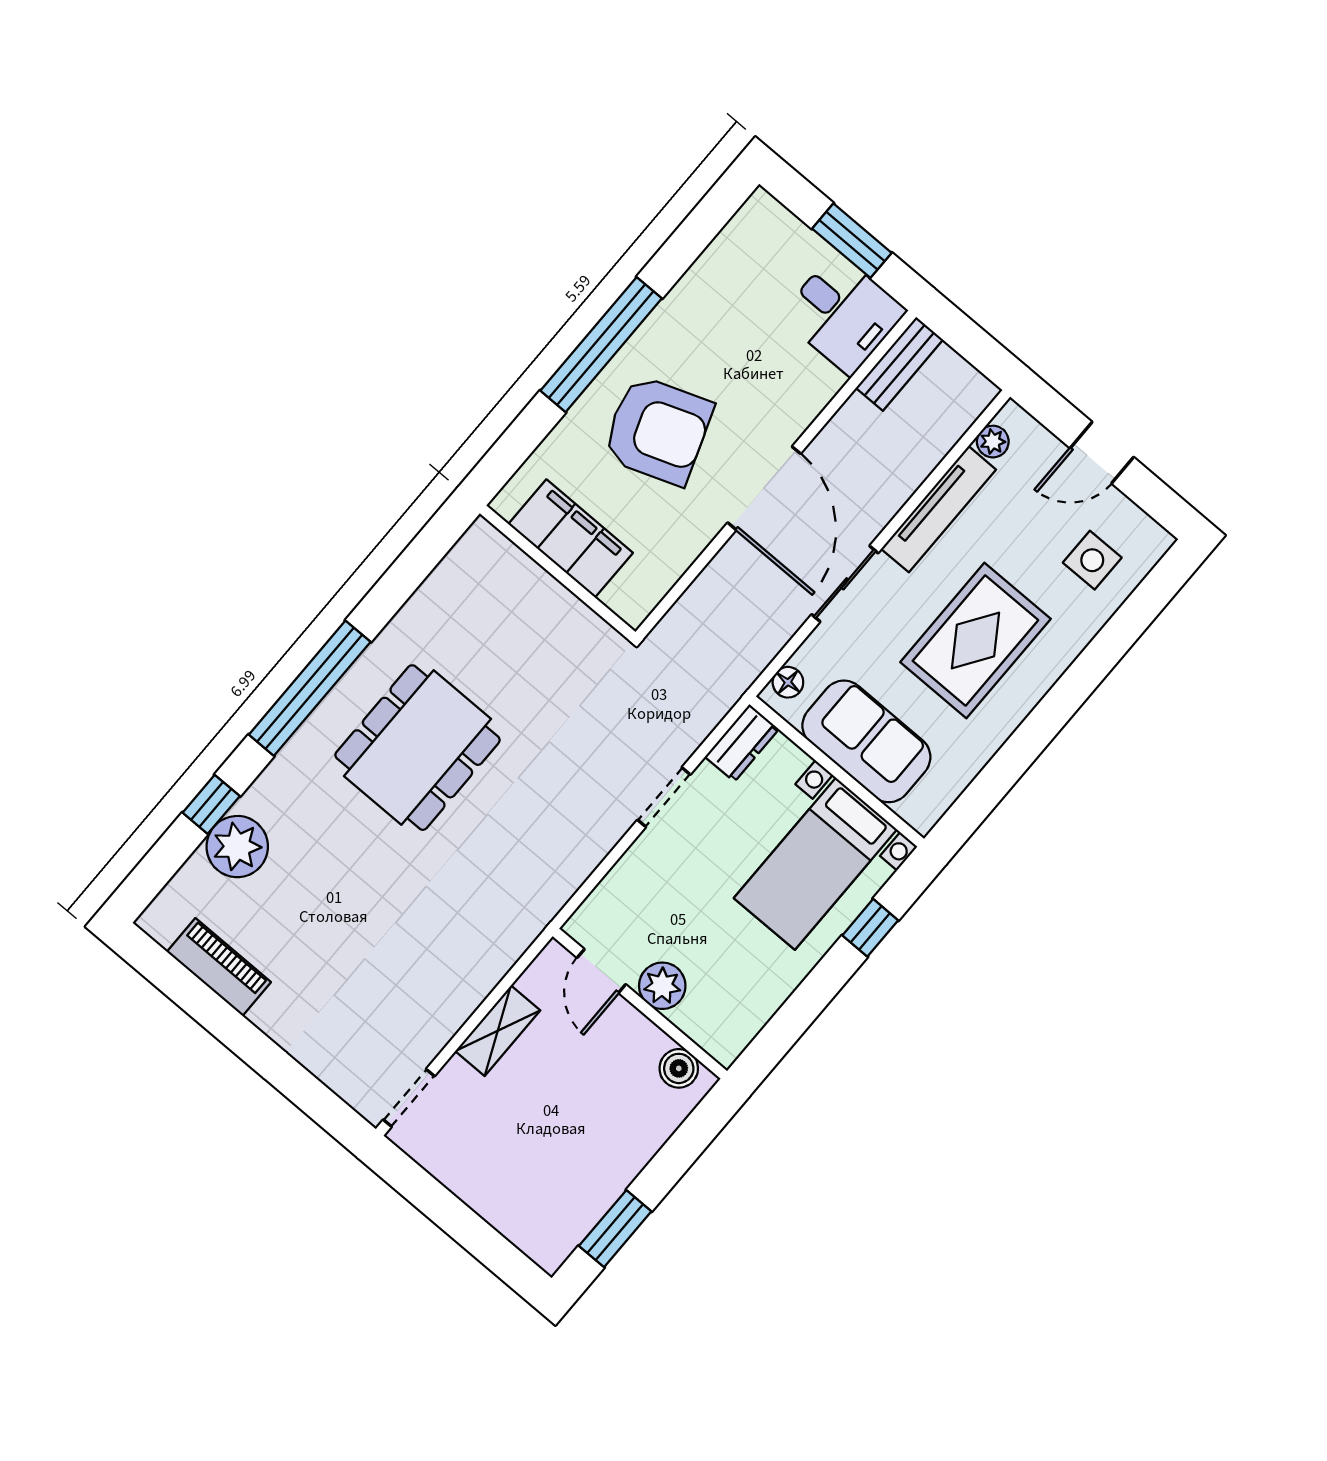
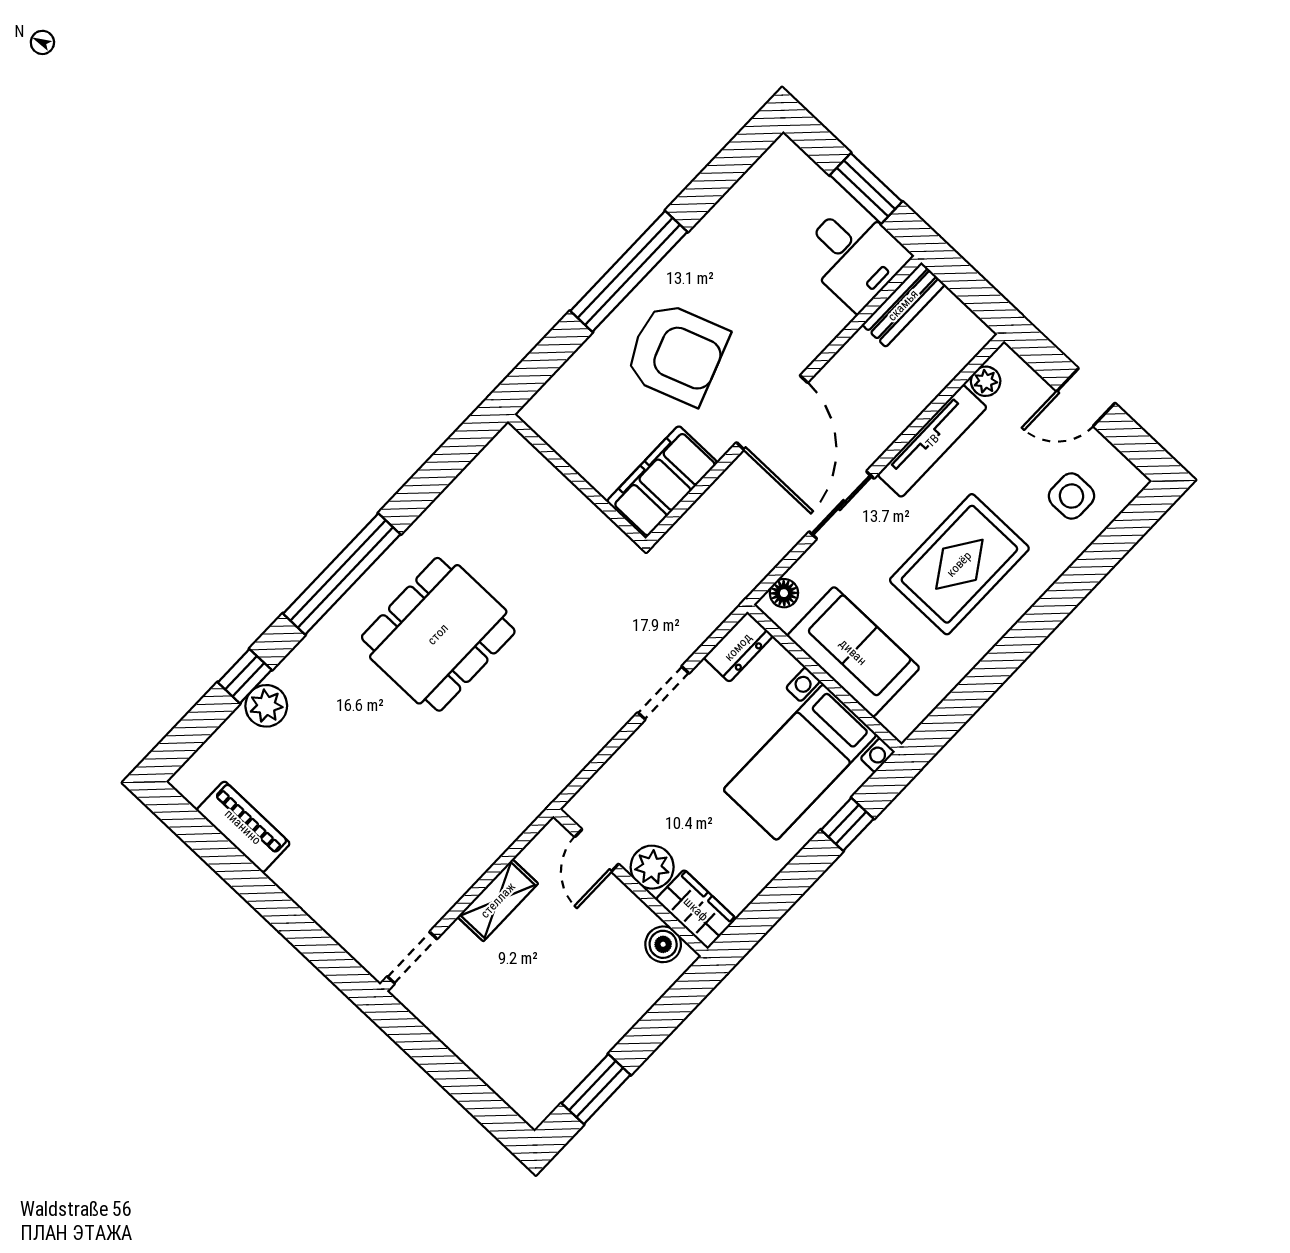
filing cabinet: (571, 538) -> (662, 482), moved, turned -90
plant: (237, 847) -> (266, 706), width x0.73, depth x0.73
wardrobe: (712, 1029) -> (696, 909), added

